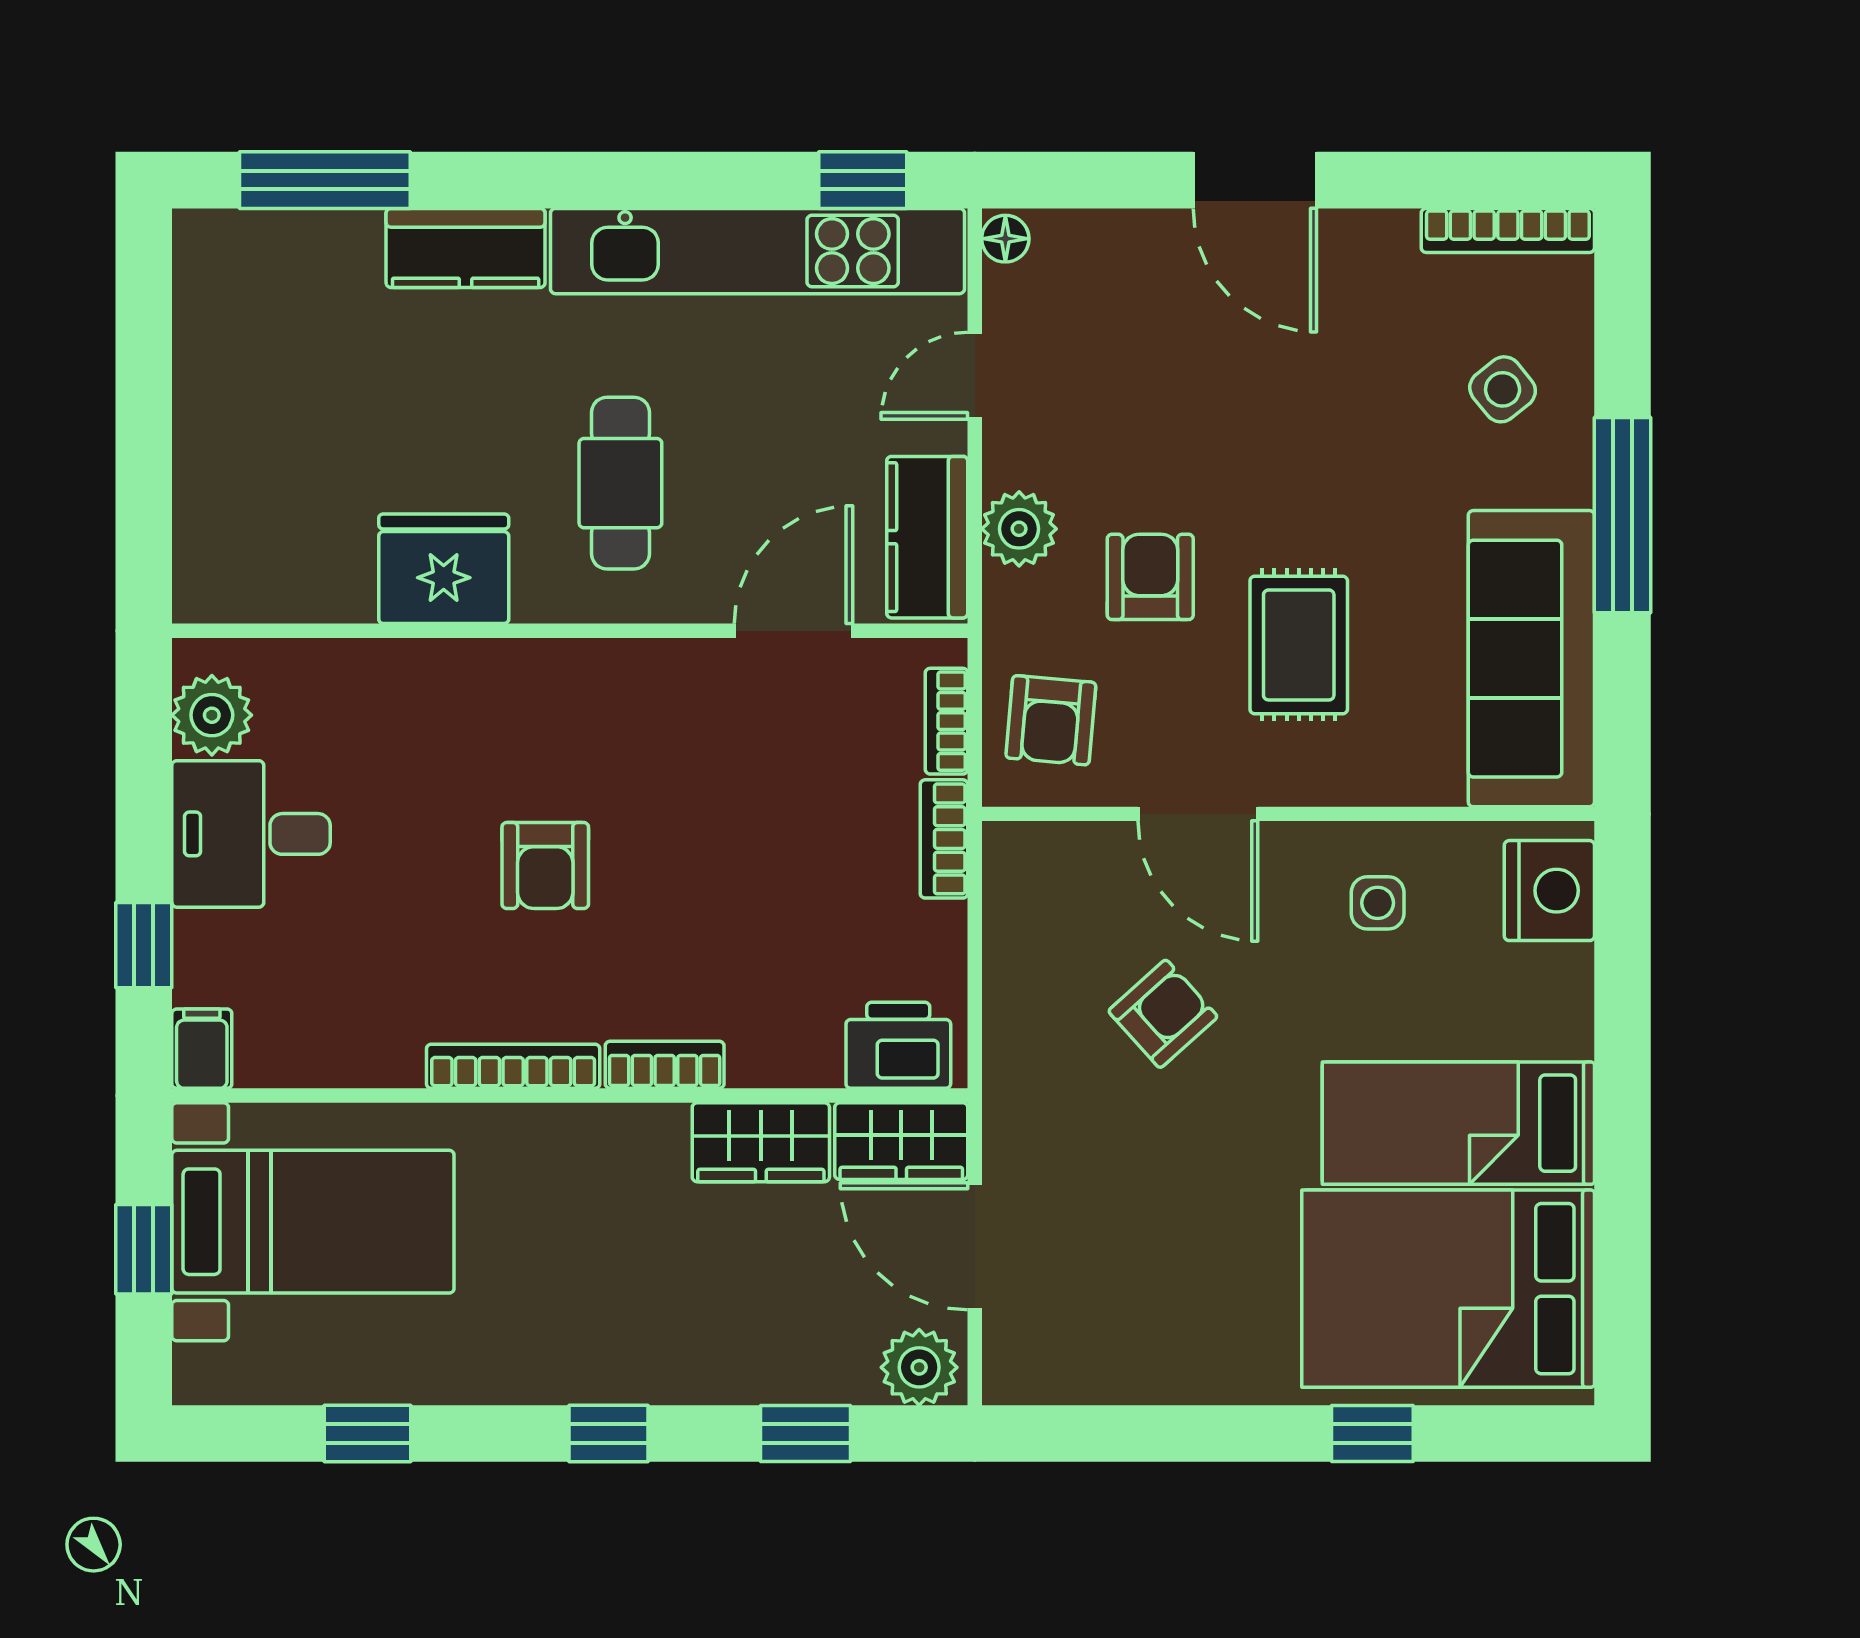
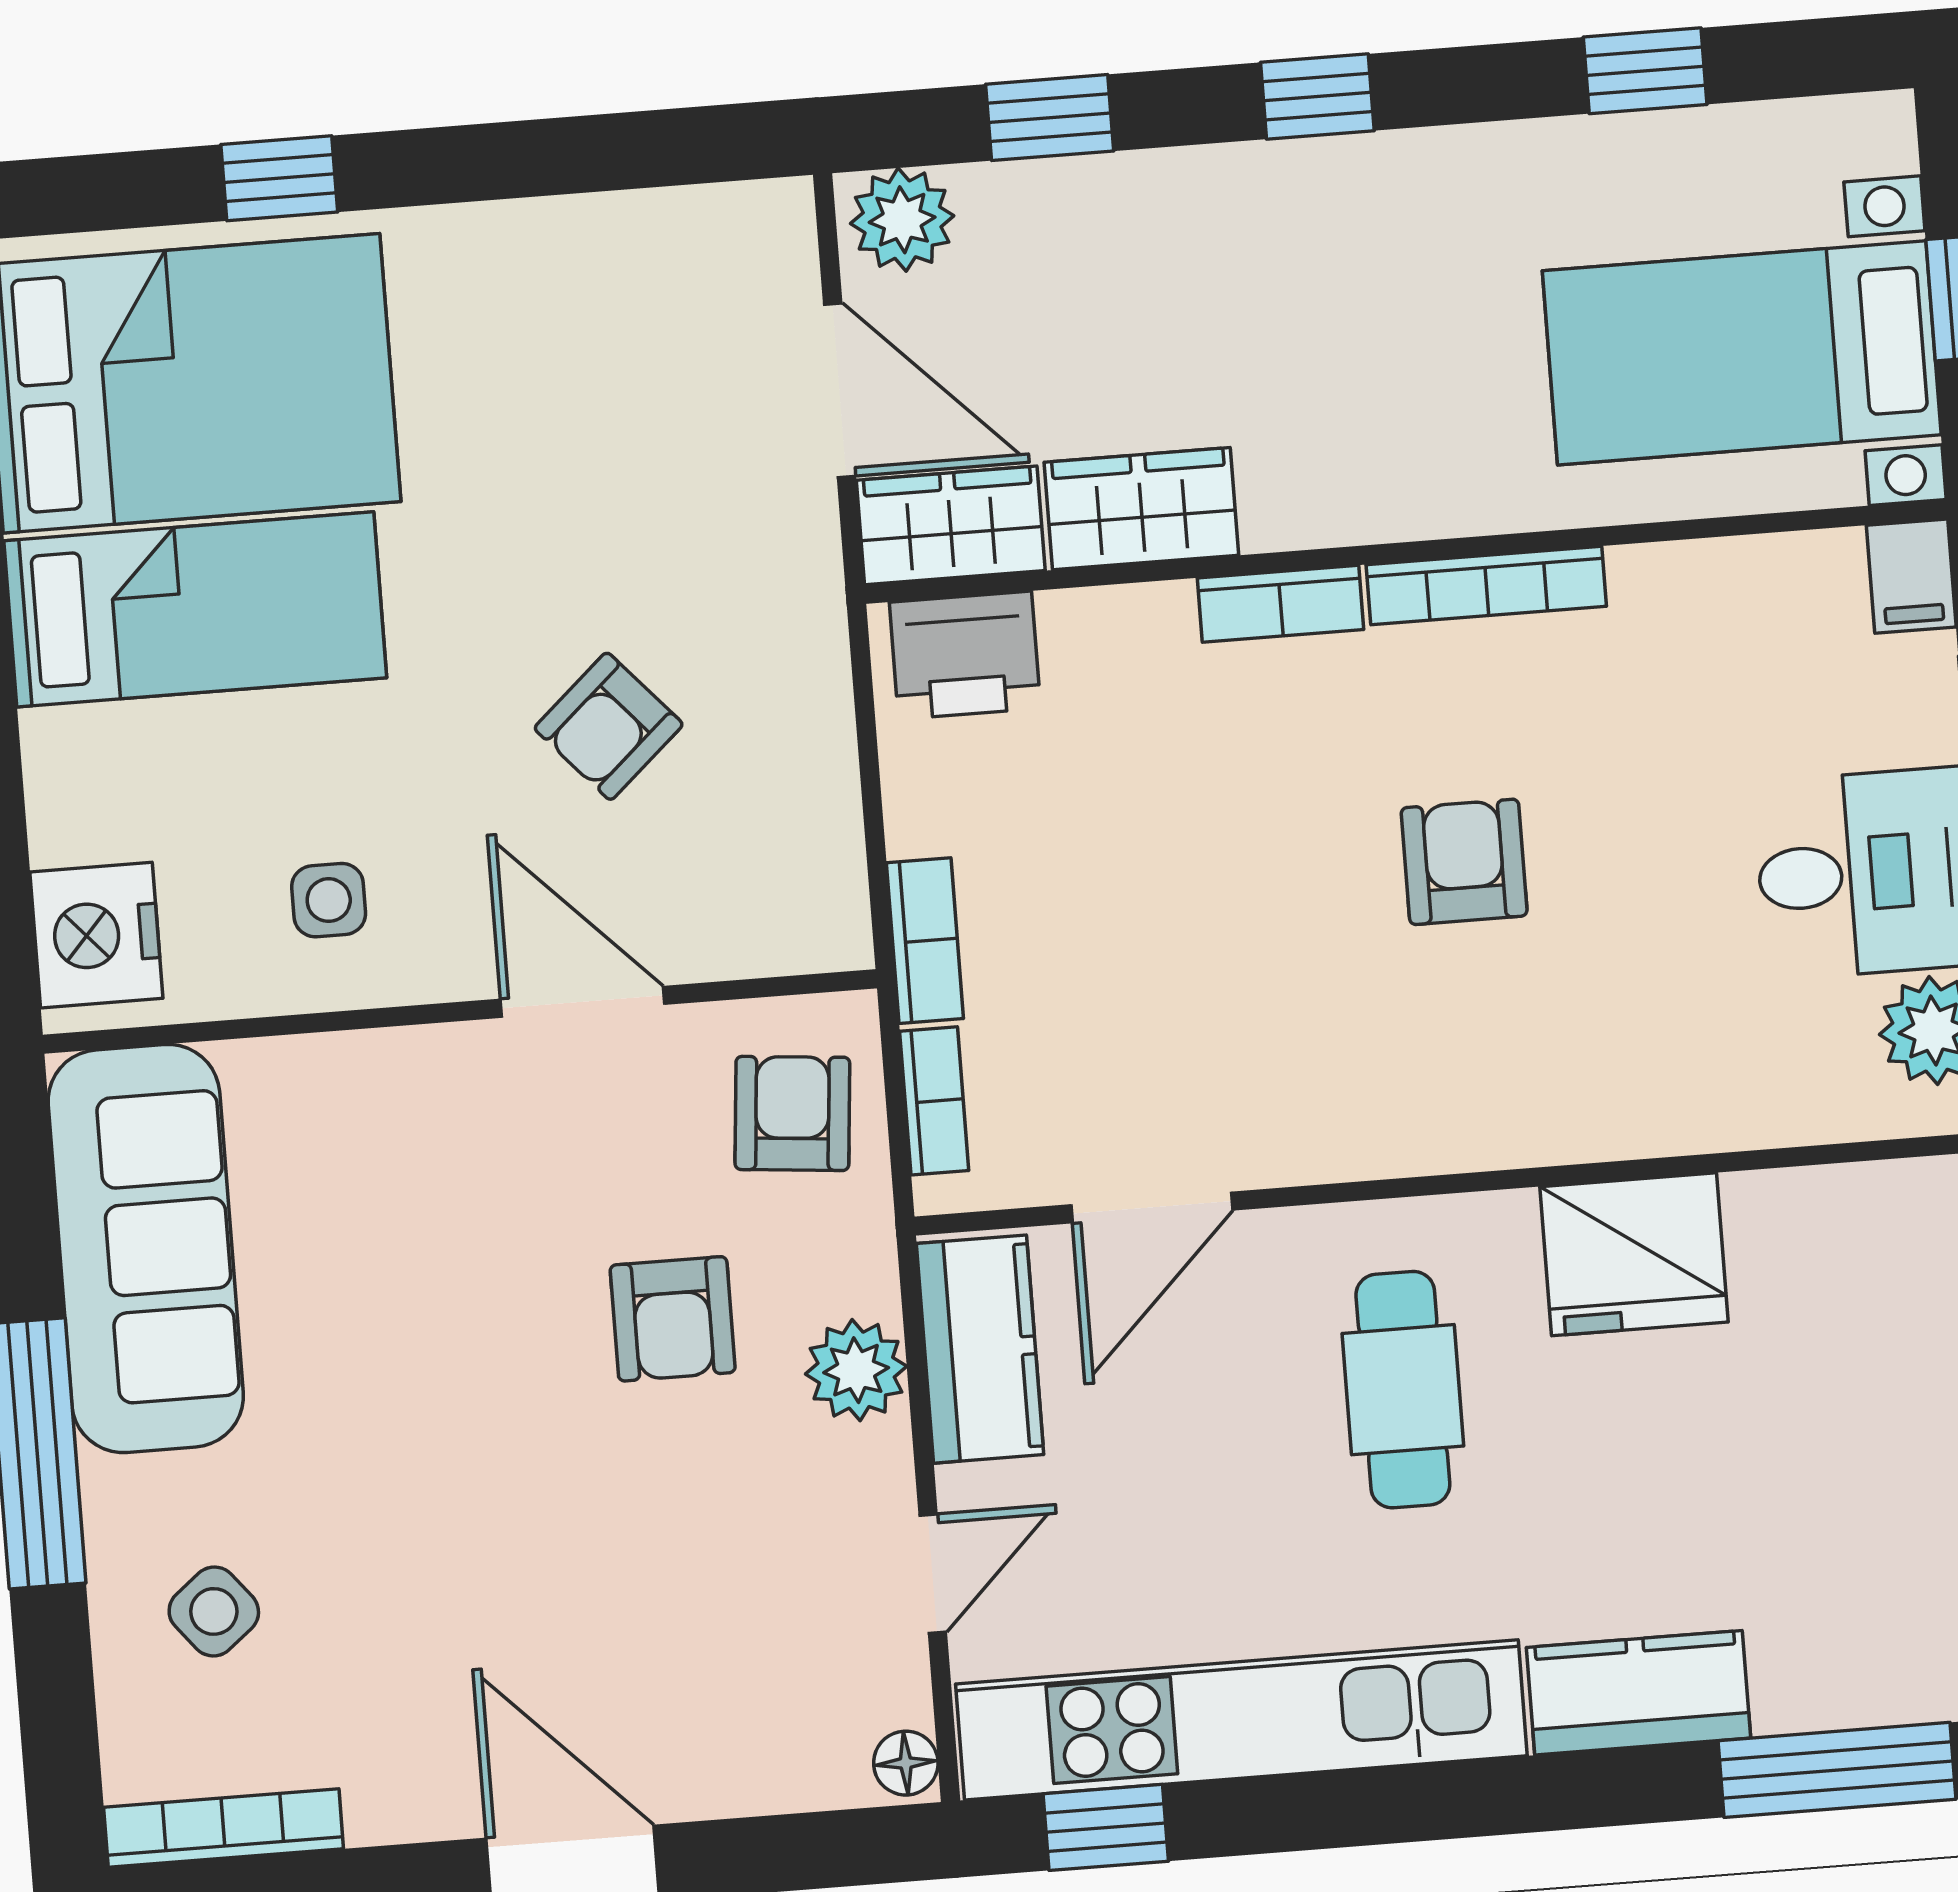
rug: (1299, 645) -> (463, 1242), removed

